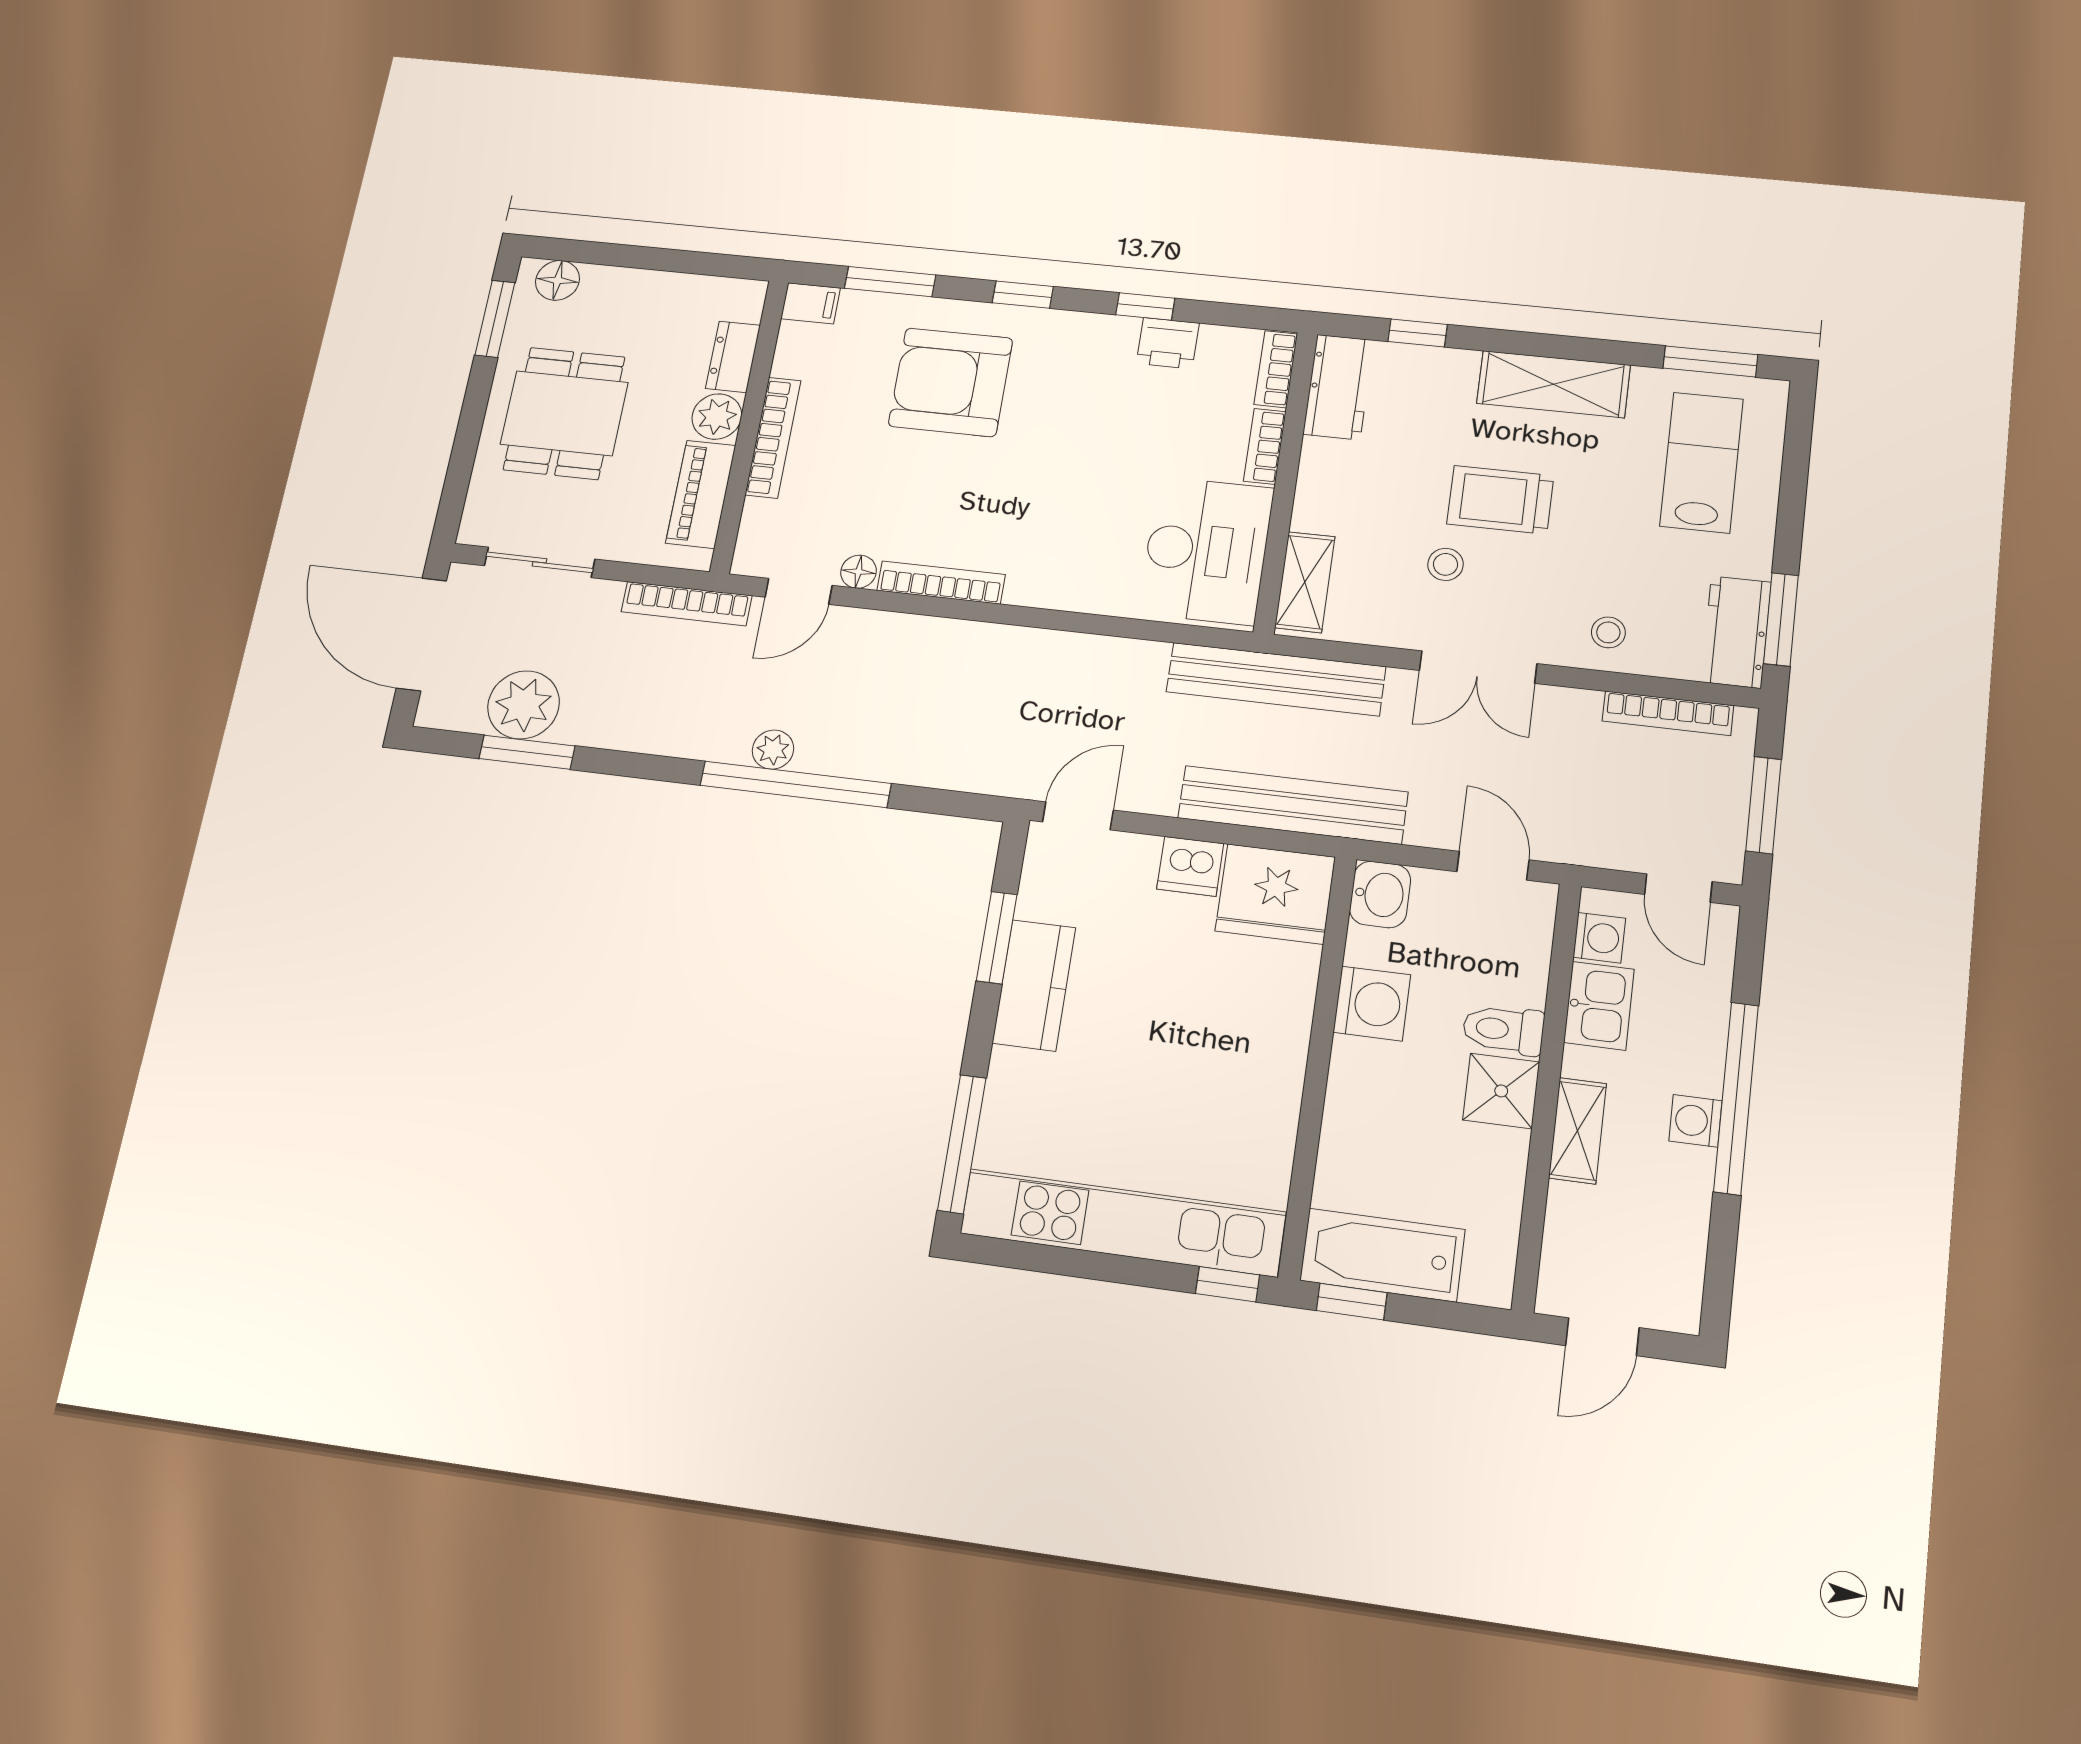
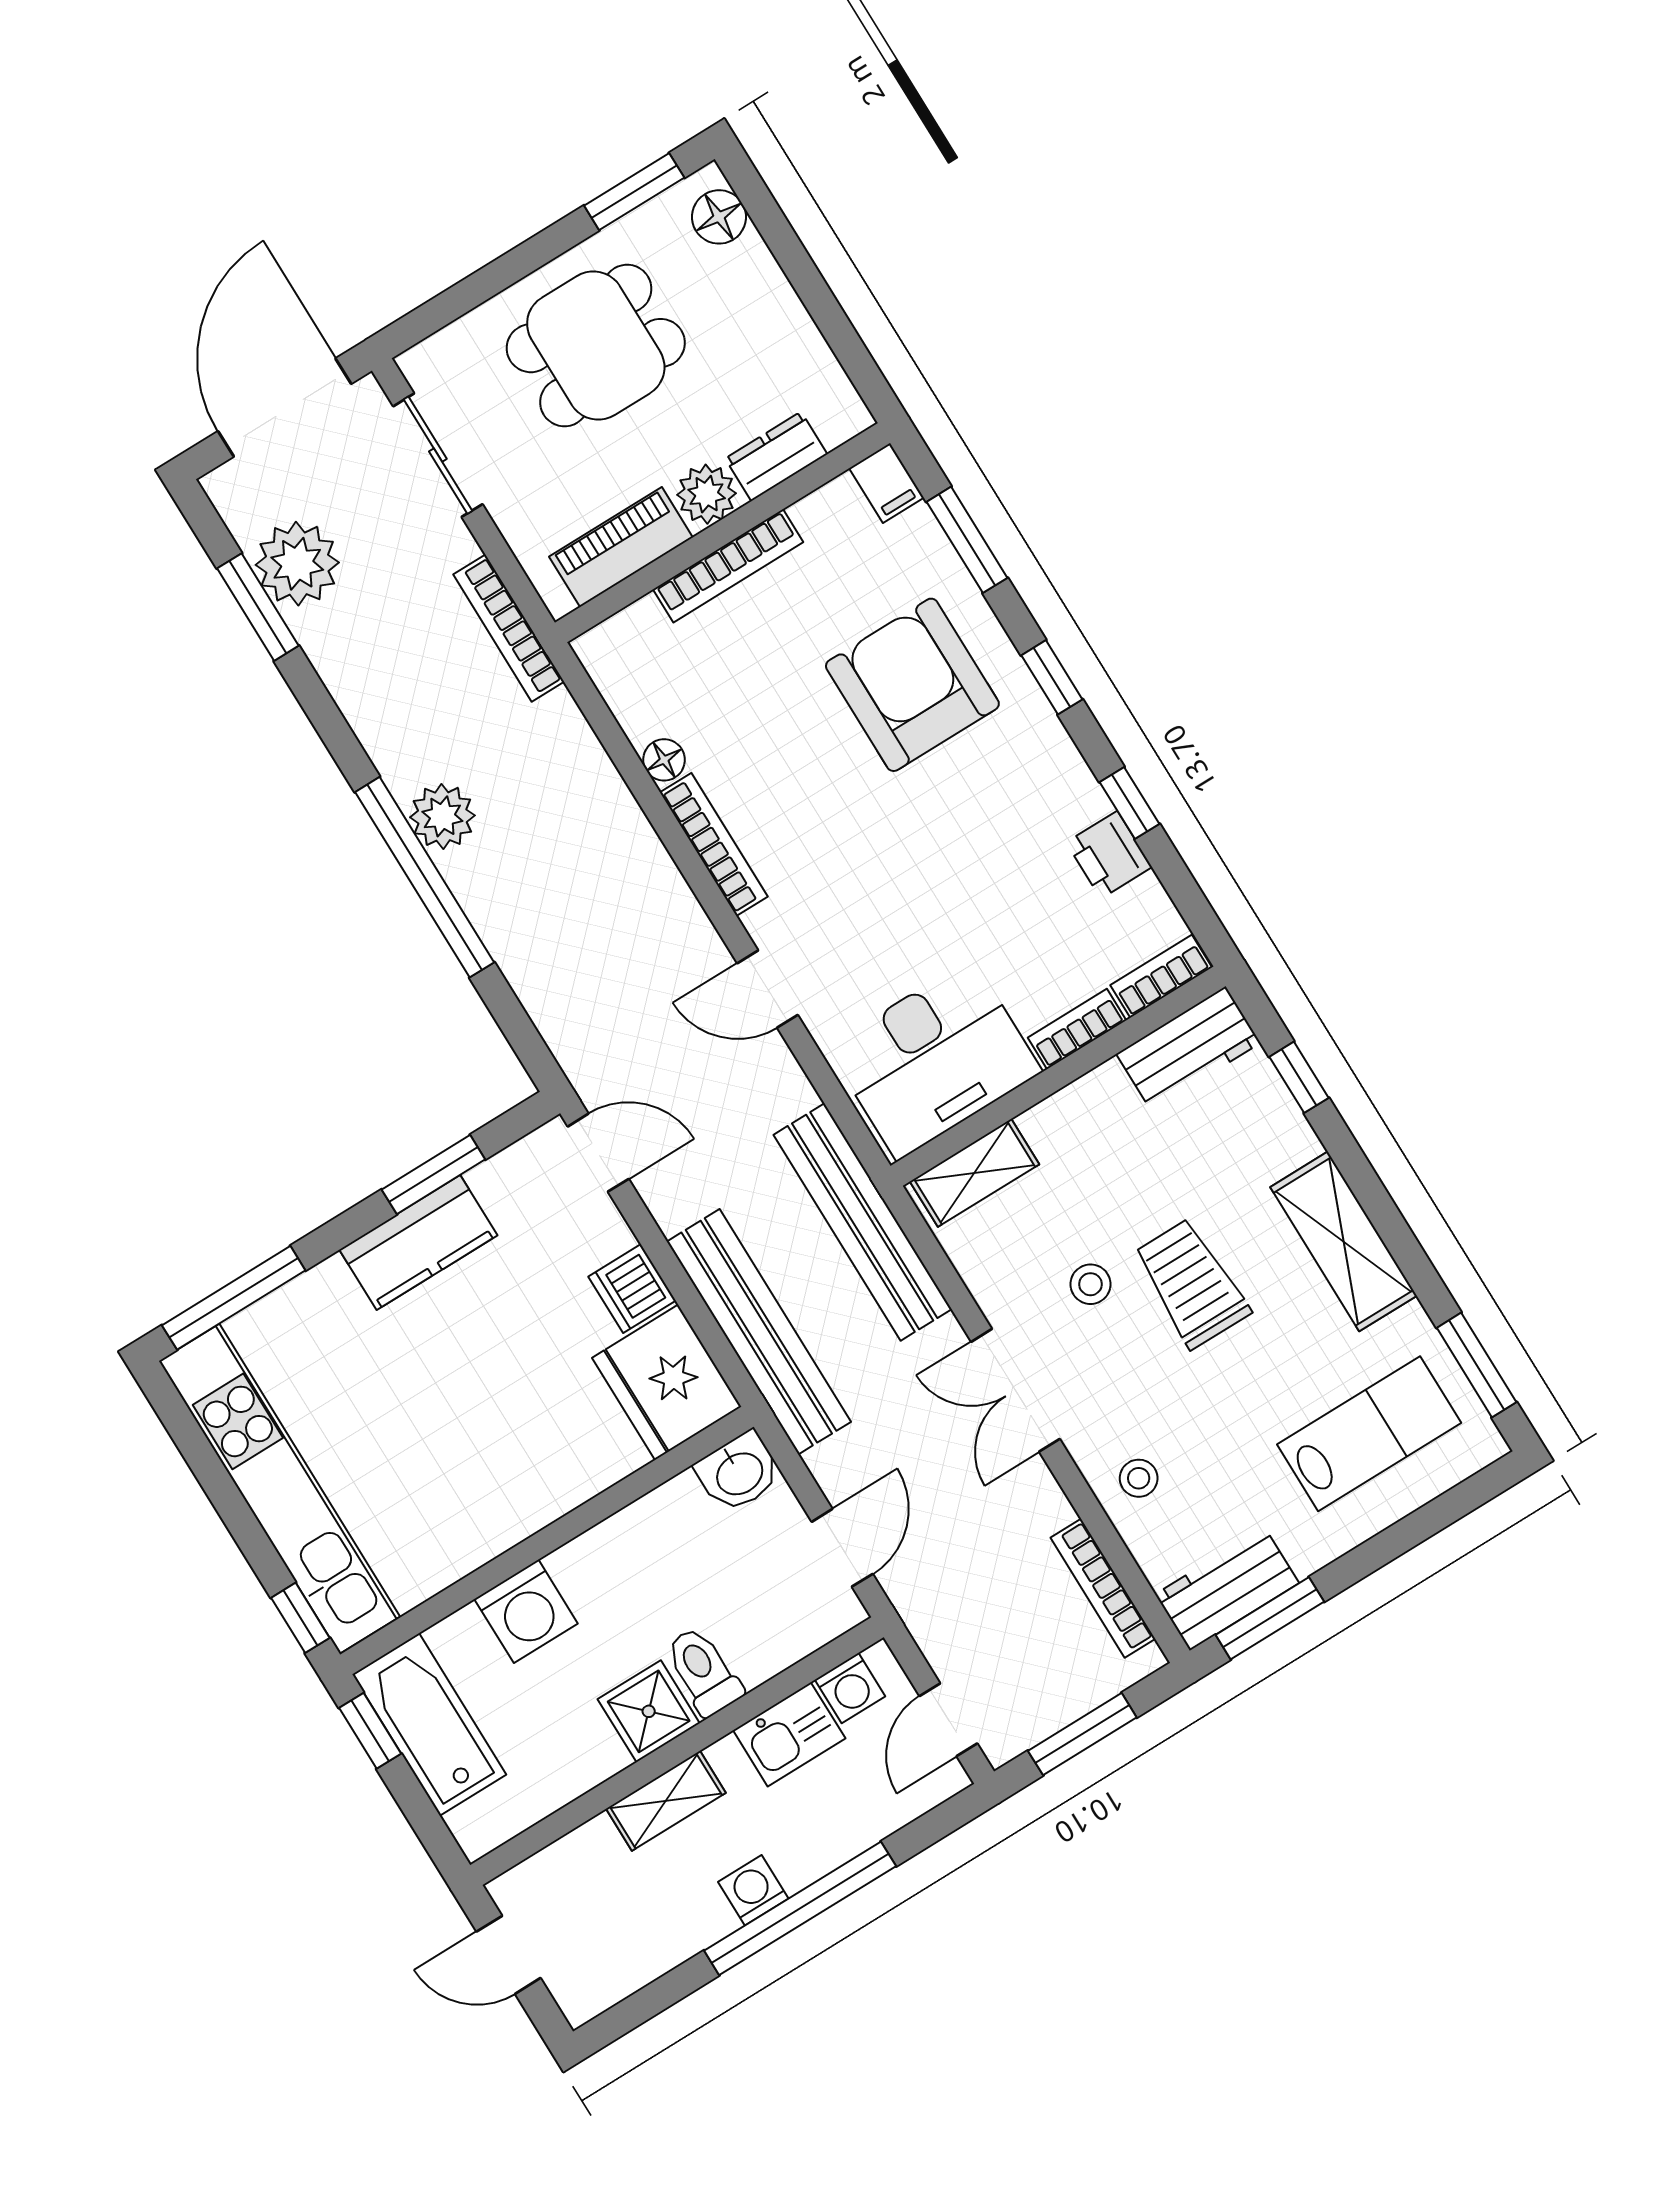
door: (799, 591) -> (768, 989), moved
plant: (773, 750) -> (442, 816), width x1.38, depth x1.38
washing machine: (1372, 1004) -> (526, 1611), moved

